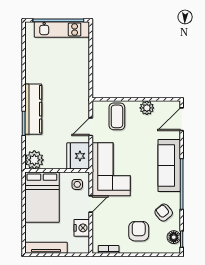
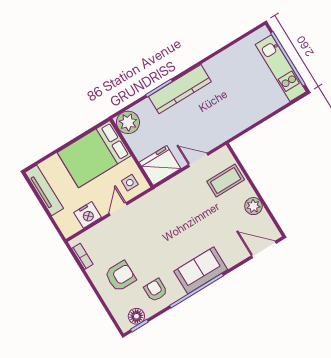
sofa: (169, 166) -> (201, 270), width x0.73
corner sofa: (111, 169) -> (167, 208), removed
door: (91, 204) -> (118, 209), swing flipped
armchair: (164, 213) -> (156, 290), turned -50

